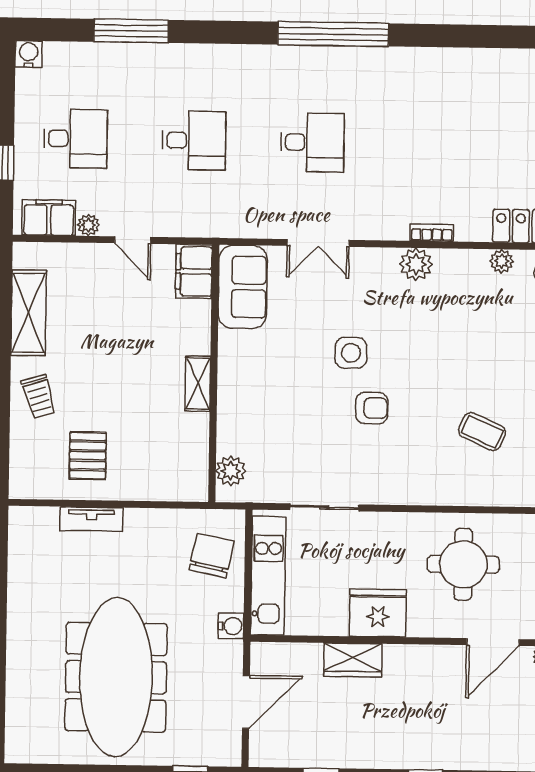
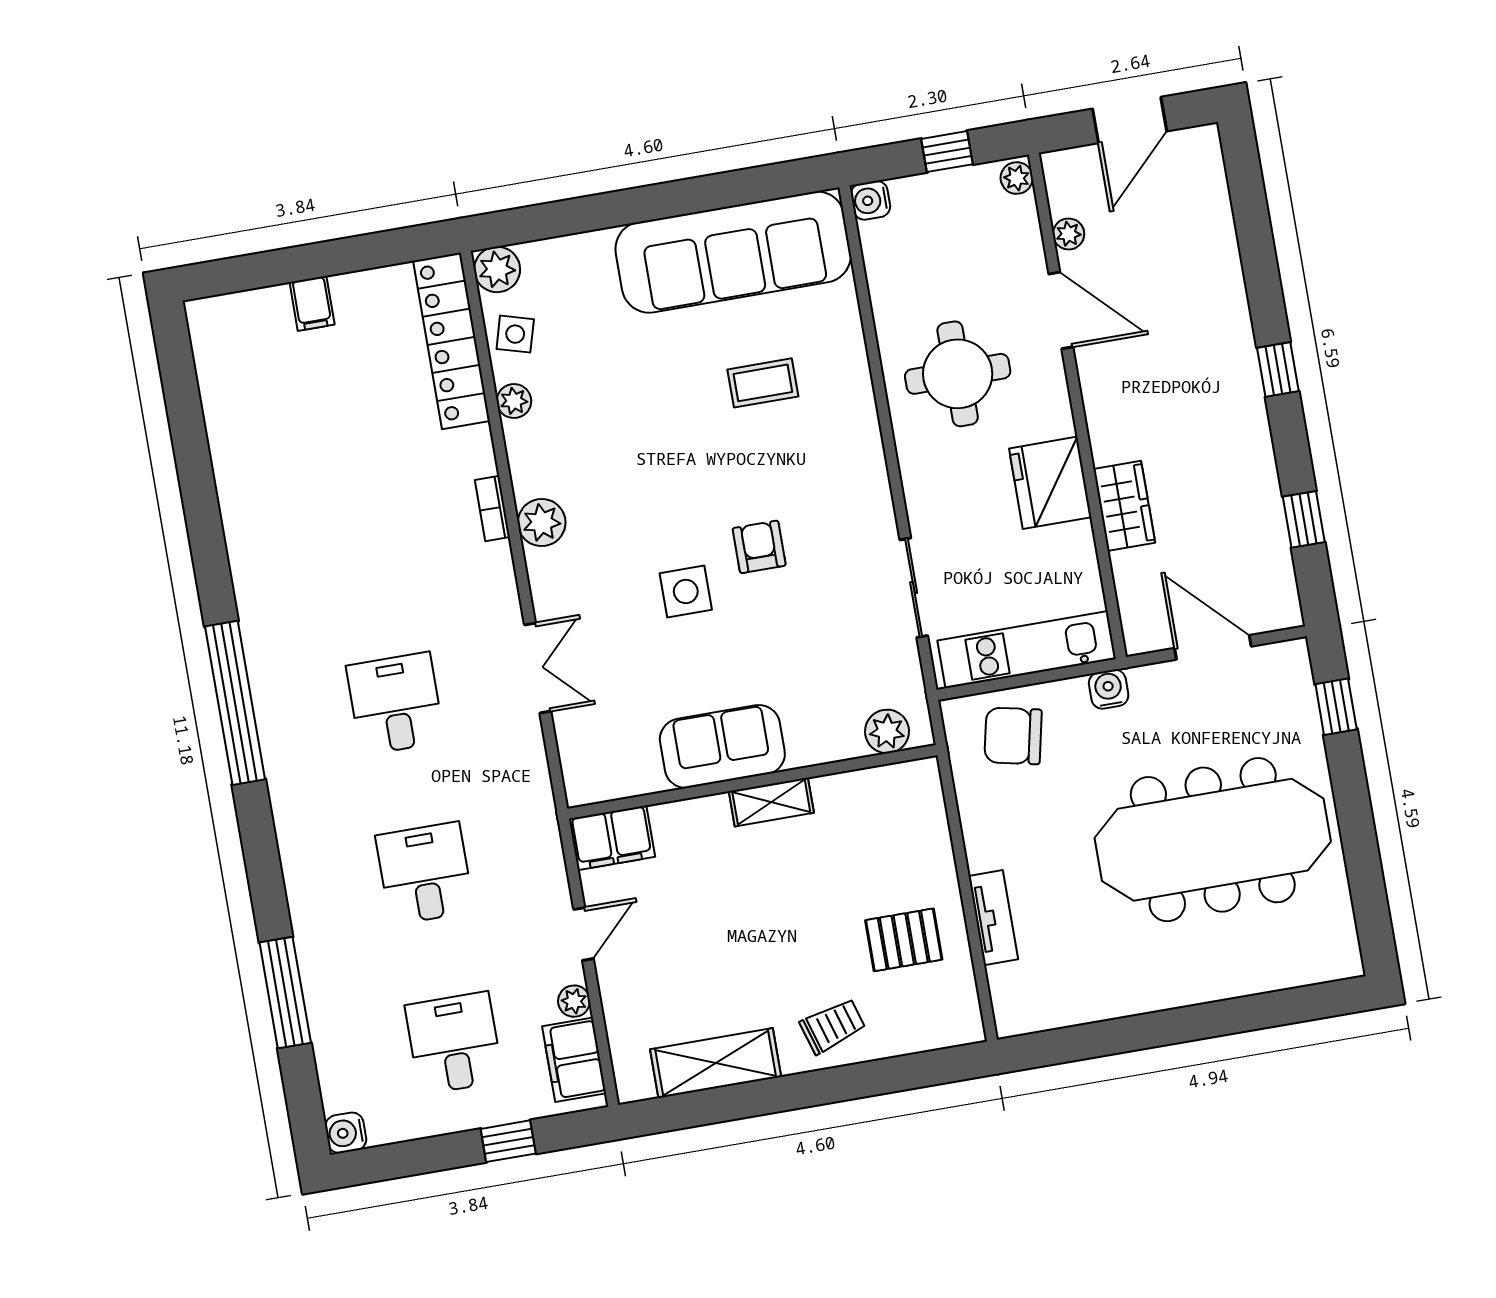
sofa: (243, 287) -> (722, 747), moved
coffee table: (482, 432) -> (763, 383), turned 66

